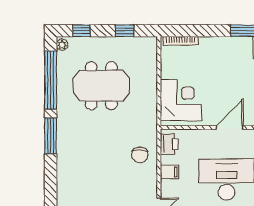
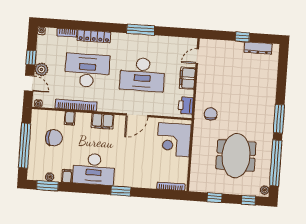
meeting table: (101, 86) -> (236, 156), turned 90
chair: (140, 155) -> (211, 114), moved
filing cabinet: (169, 172) -> (187, 78), width x2.00

